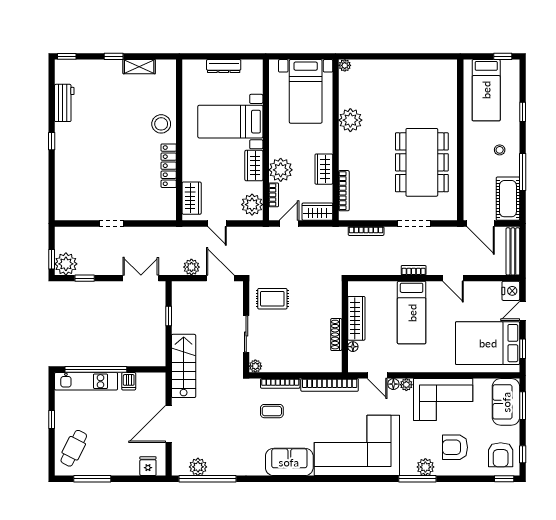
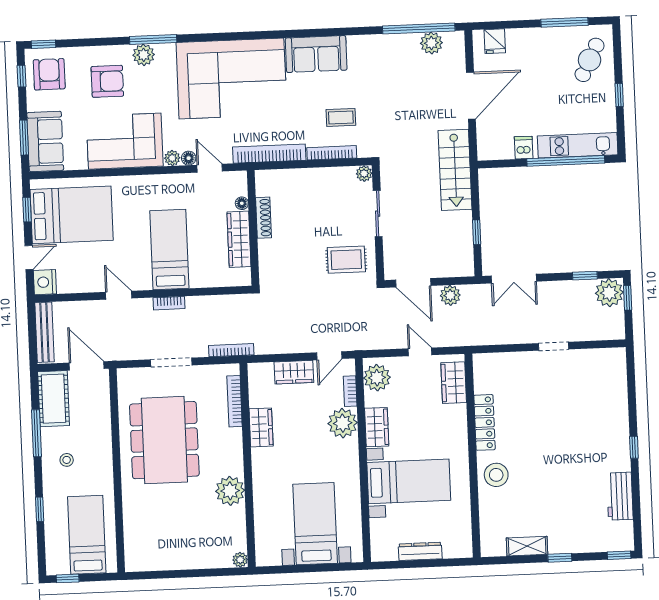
plant: (345, 65) -> (240, 560), moved
plant: (350, 120) -> (230, 491), moved
wall: (336, 140) -> (248, 465), moved
wardrobe: (324, 169) -> (261, 427), moved
bookcase: (344, 191) -> (235, 401), moved

